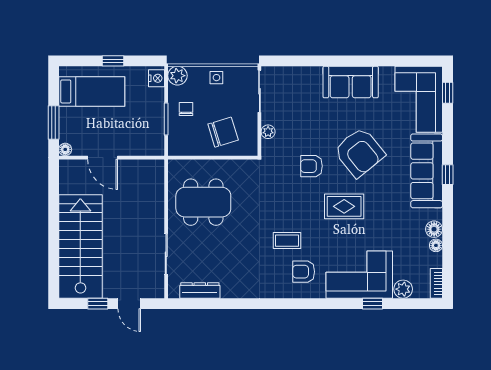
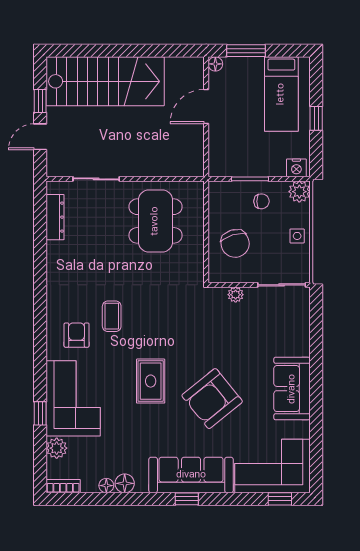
armchair: (312, 166) -> (196, 344), removed

